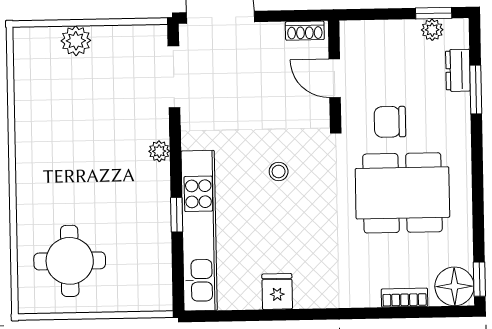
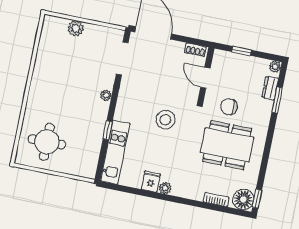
window: (434, 13) -> (242, 51), moved
plant: (432, 30) -> (275, 67), moved
stool: (279, 172) -> (165, 120), width x1.89, depth x1.89
kitchen unit: (199, 231) -> (115, 152), width x0.73
plant: (306, 297) -> (165, 188), added

